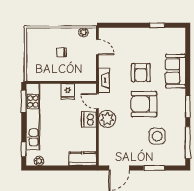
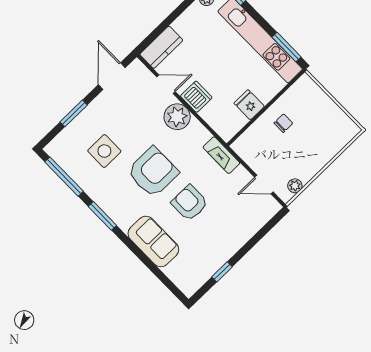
chair: (62, 52) -> (283, 123), moved
door: (97, 101) -> (166, 84), moved

